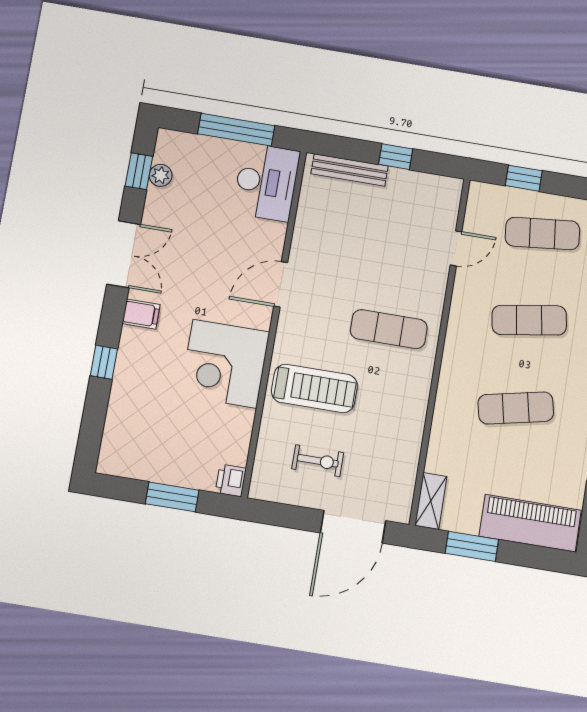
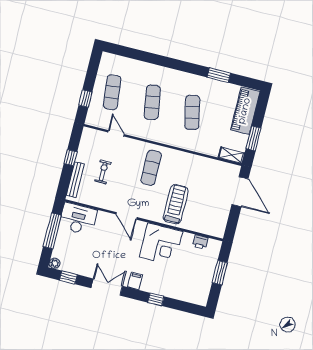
plant: (161, 175) -> (55, 263), moved
exercise bike: (318, 461) -> (103, 172), moved
printer: (231, 480) -> (200, 242), moved

